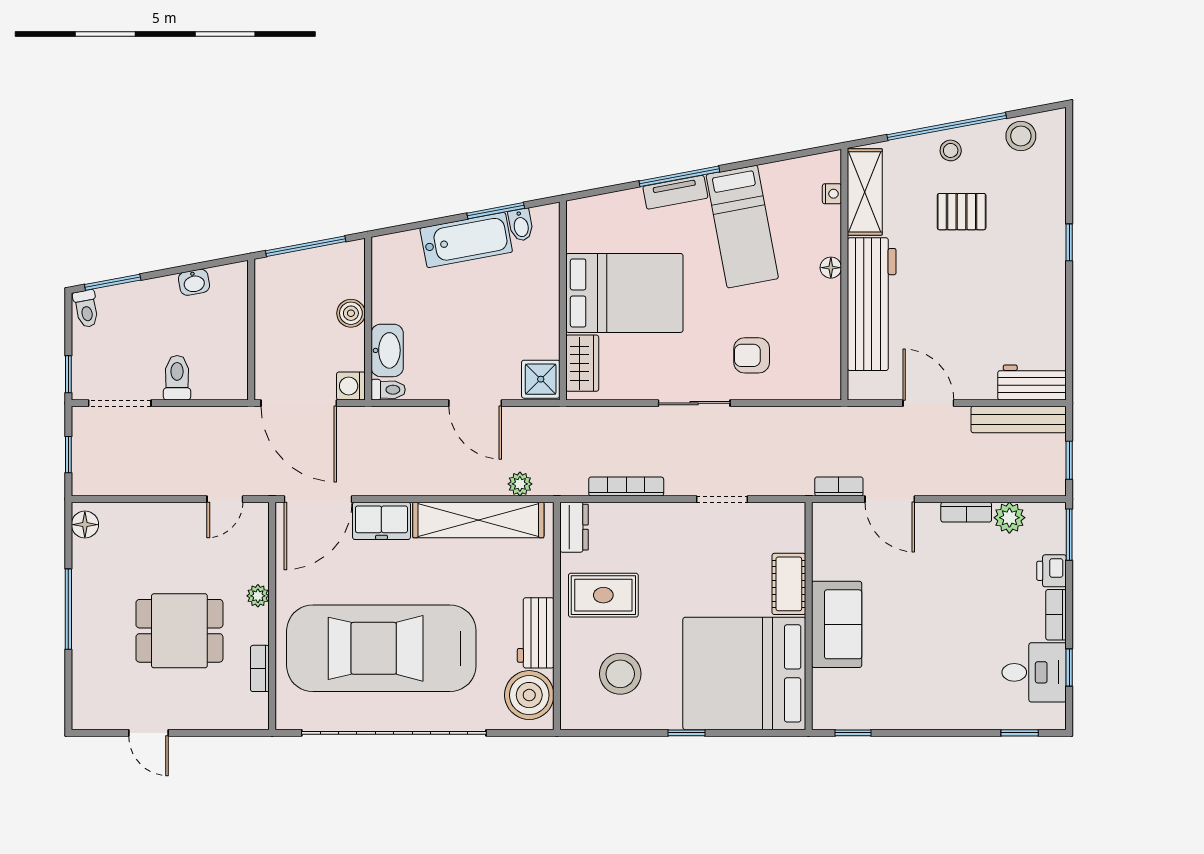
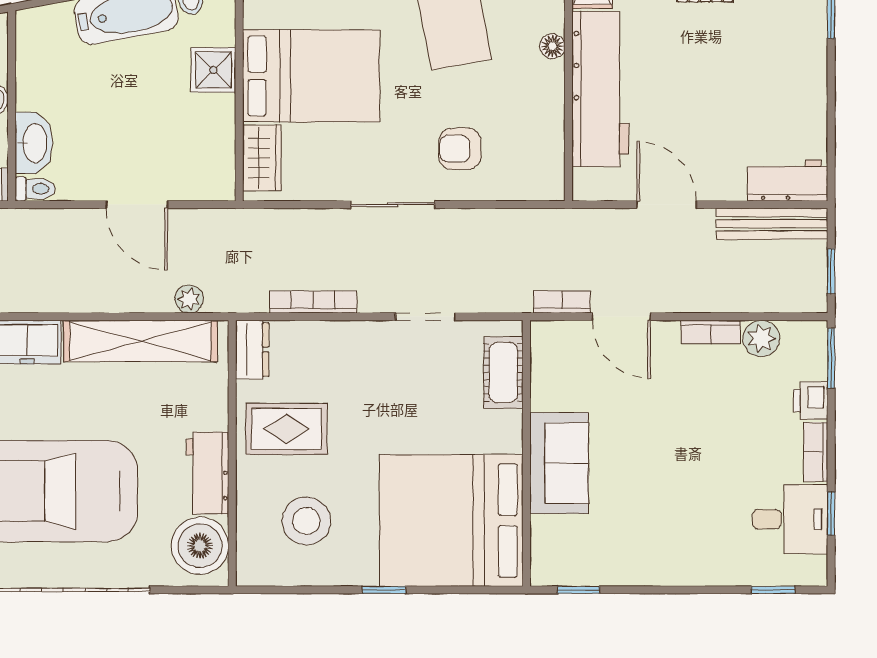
shower: (541, 379) -> (213, 70), moved
cot: (789, 584) -> (503, 373), moved

